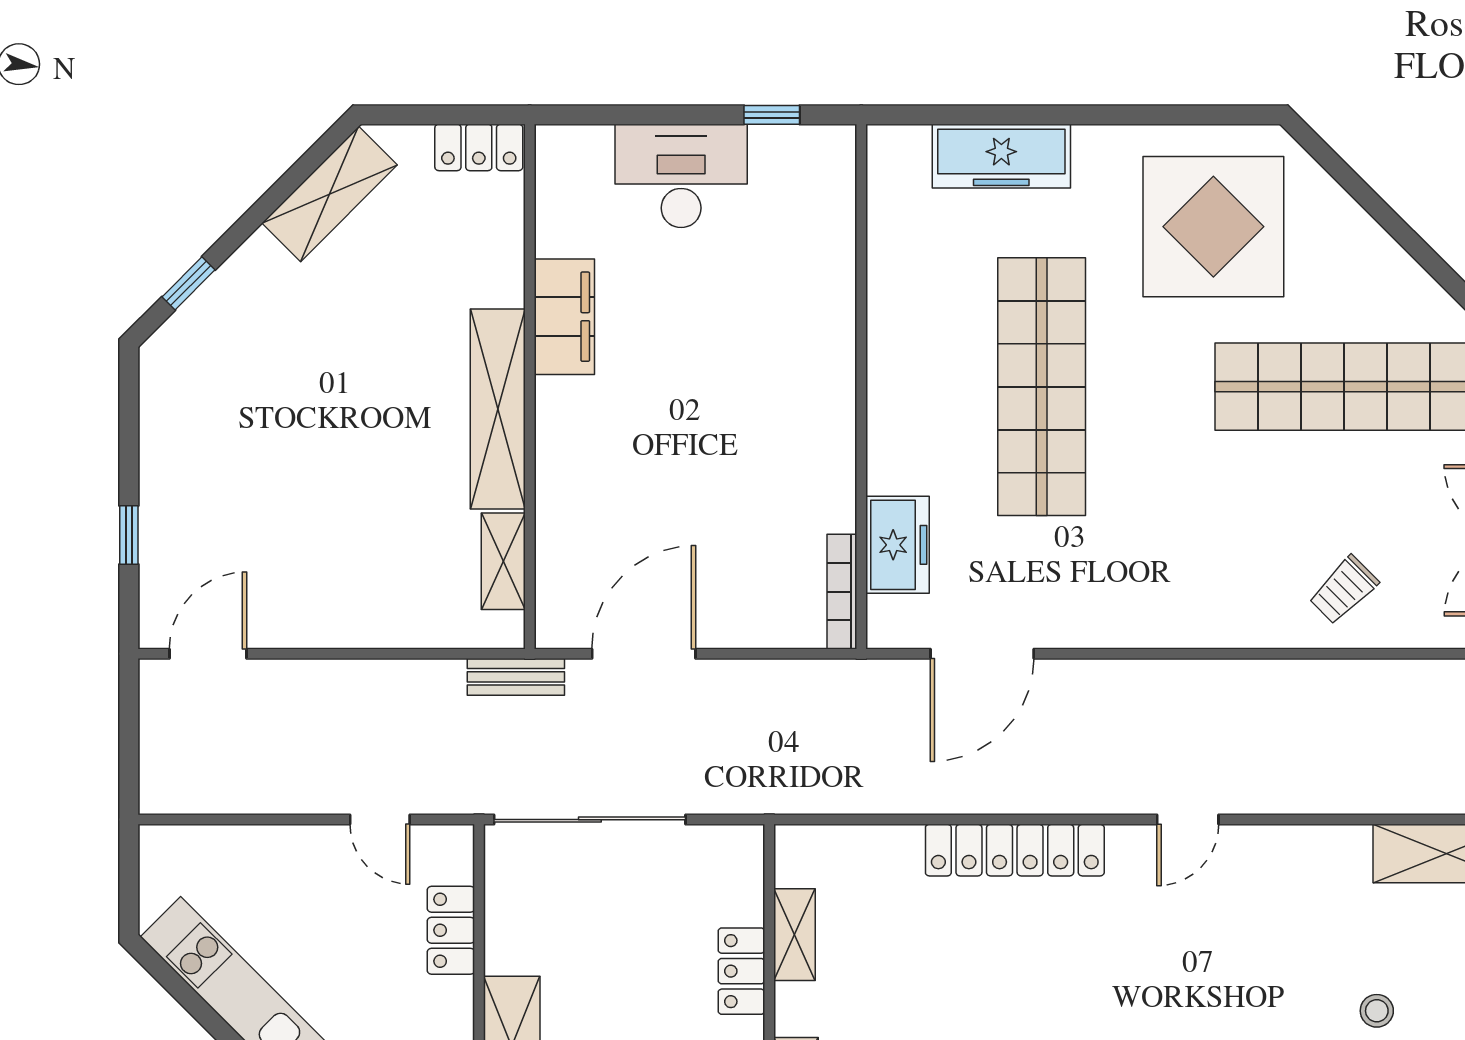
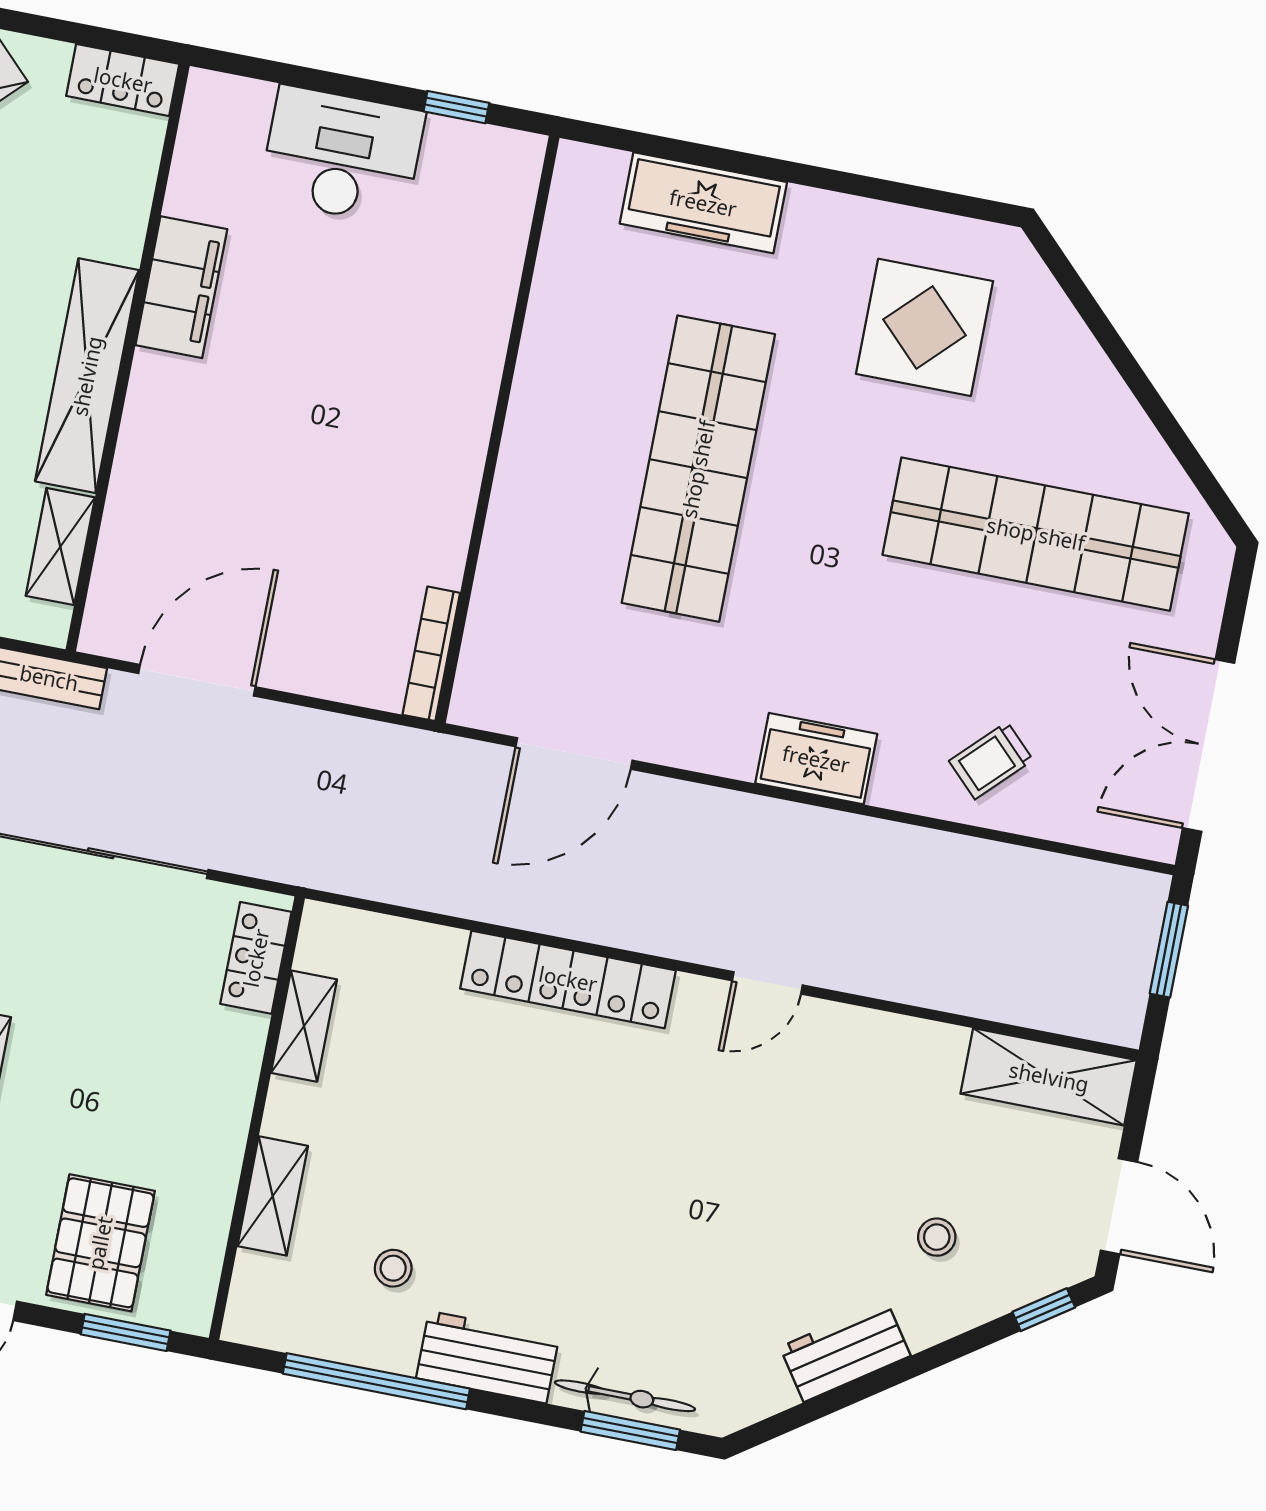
display table: (1213, 227) -> (924, 327), width x0.73, depth x0.73
freezer: (898, 545) -> (816, 759), moved, turned -90
locker: (741, 971) -> (256, 958), moved

